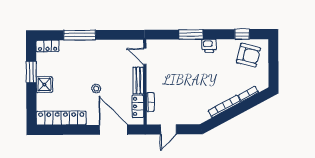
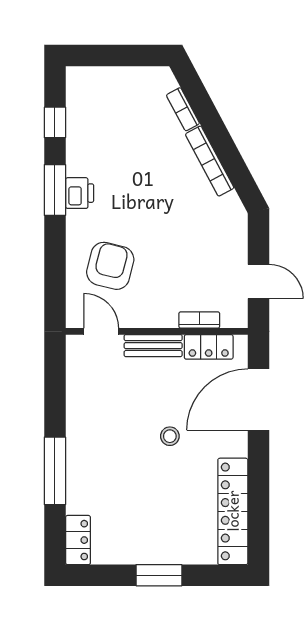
window: (191, 34) -> (55, 190), moved
armchair: (248, 55) -> (110, 266), moved
door: (145, 56) -> (101, 331), swing flipped
window: (31, 72) -> (159, 575), moved
shower: (44, 85) -> (161, 547), removed

